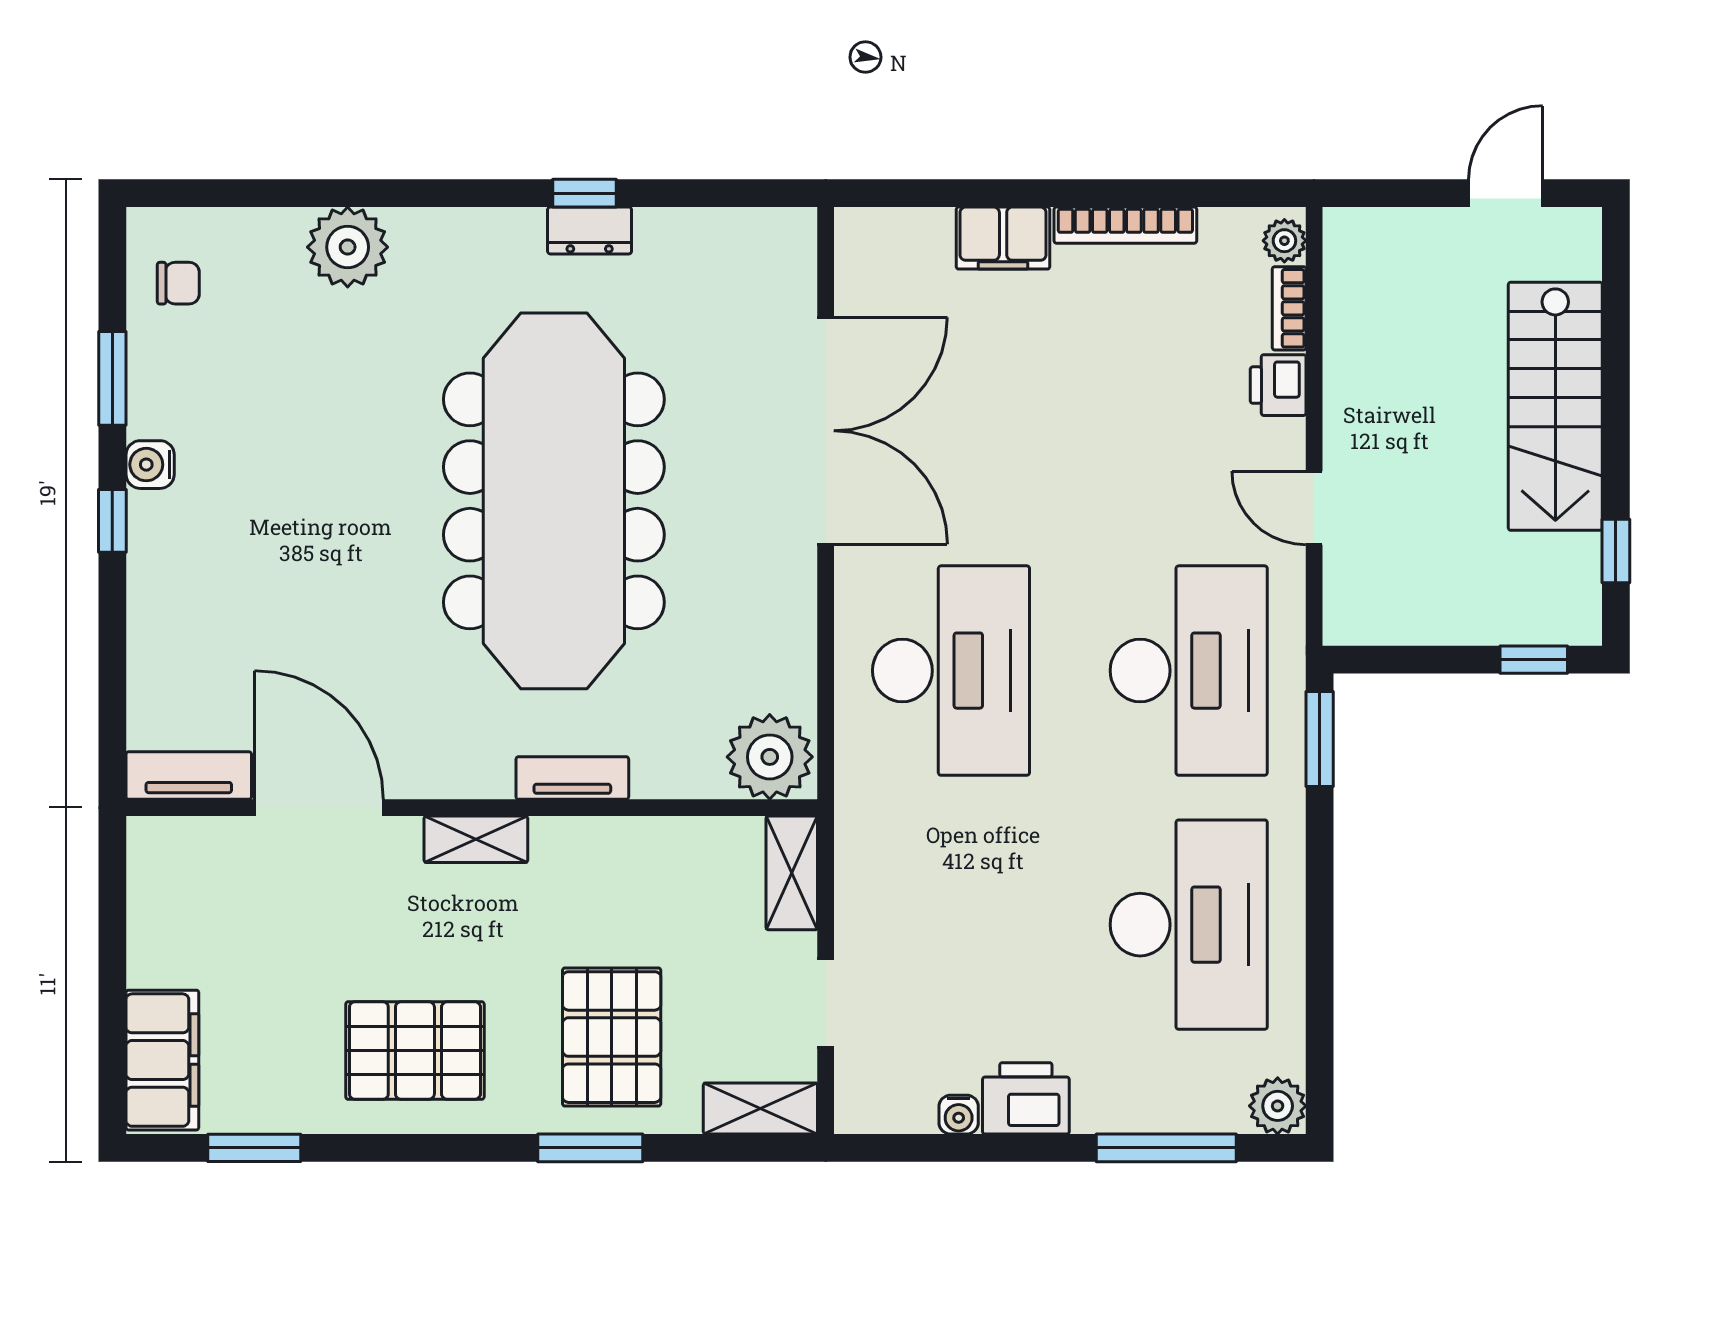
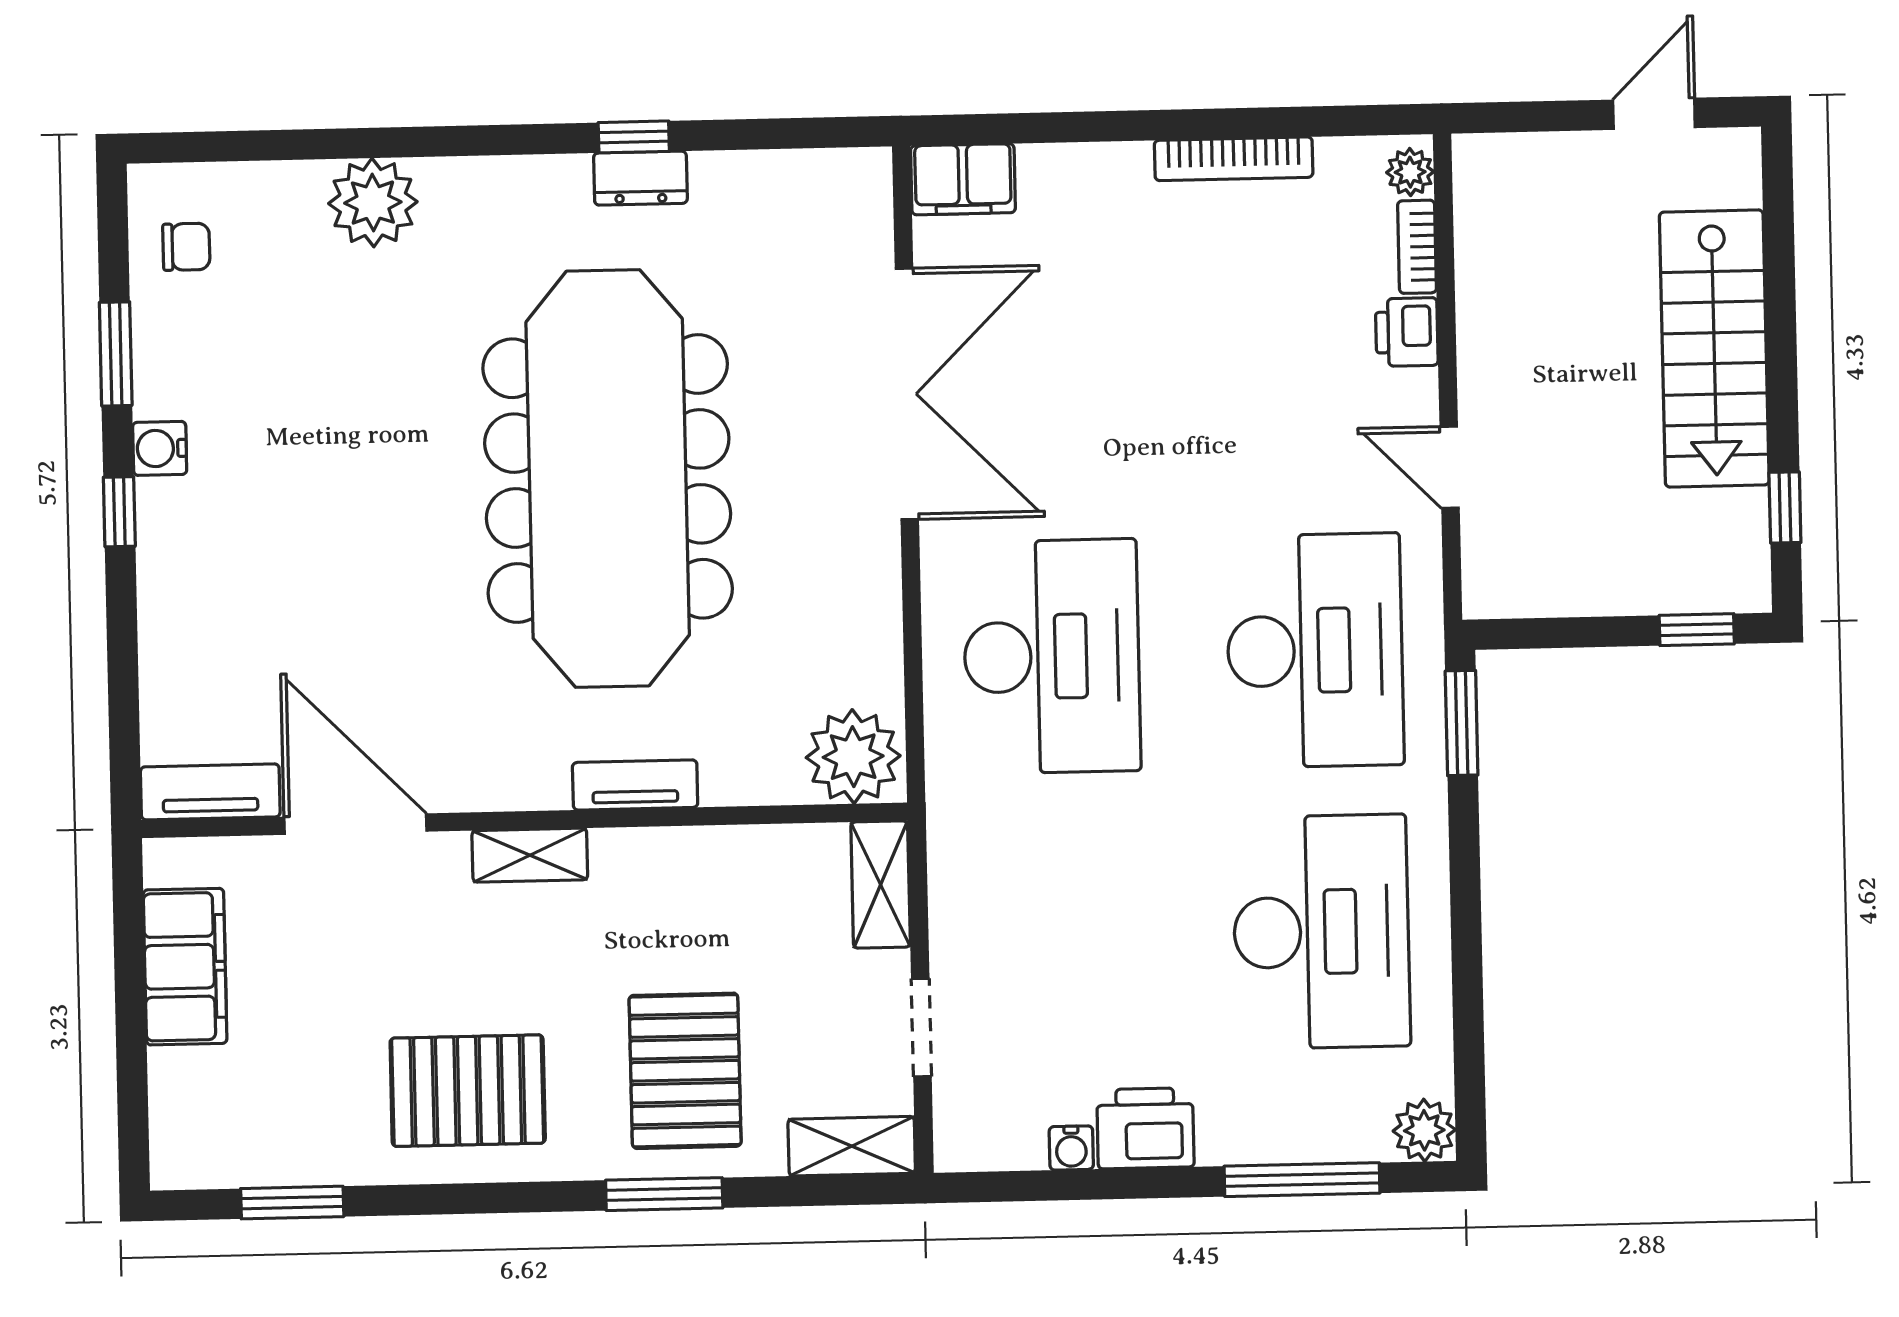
filing cabinet: (1003, 238) -> (963, 179), moved
filing cabinet: (162, 1060) -> (185, 967), moved

